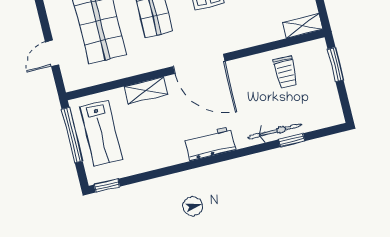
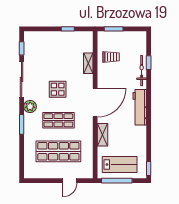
shelving: (303, 26) -> (88, 63), moved
door: (52, 53) -> (70, 181), hinge flipped
workbench: (210, 144) -> (140, 107), width x1.38

